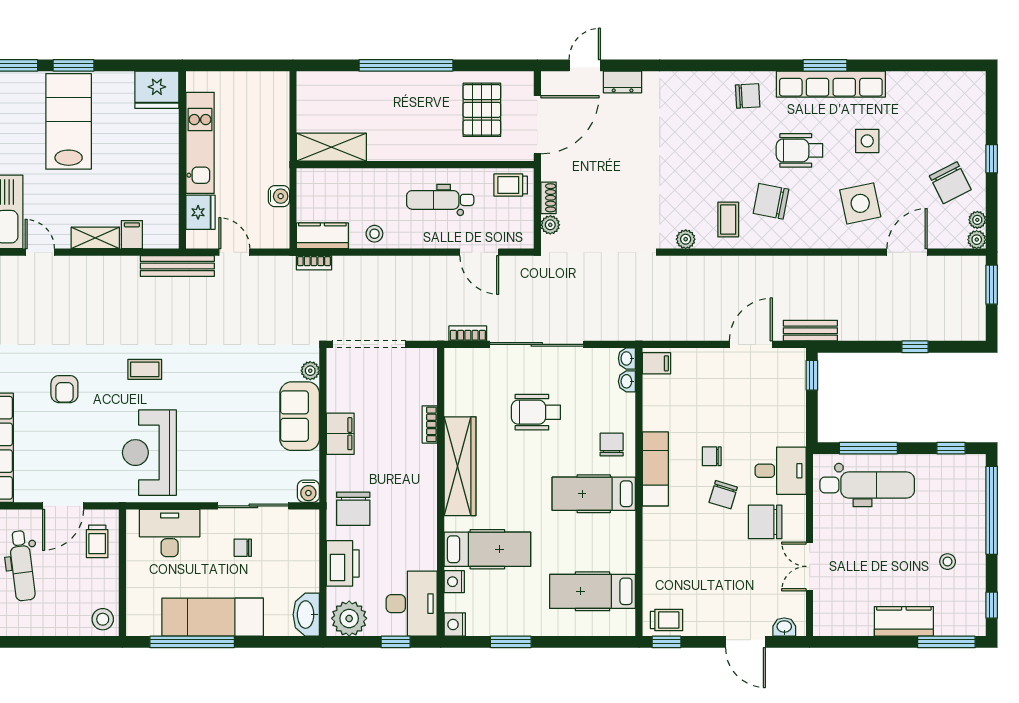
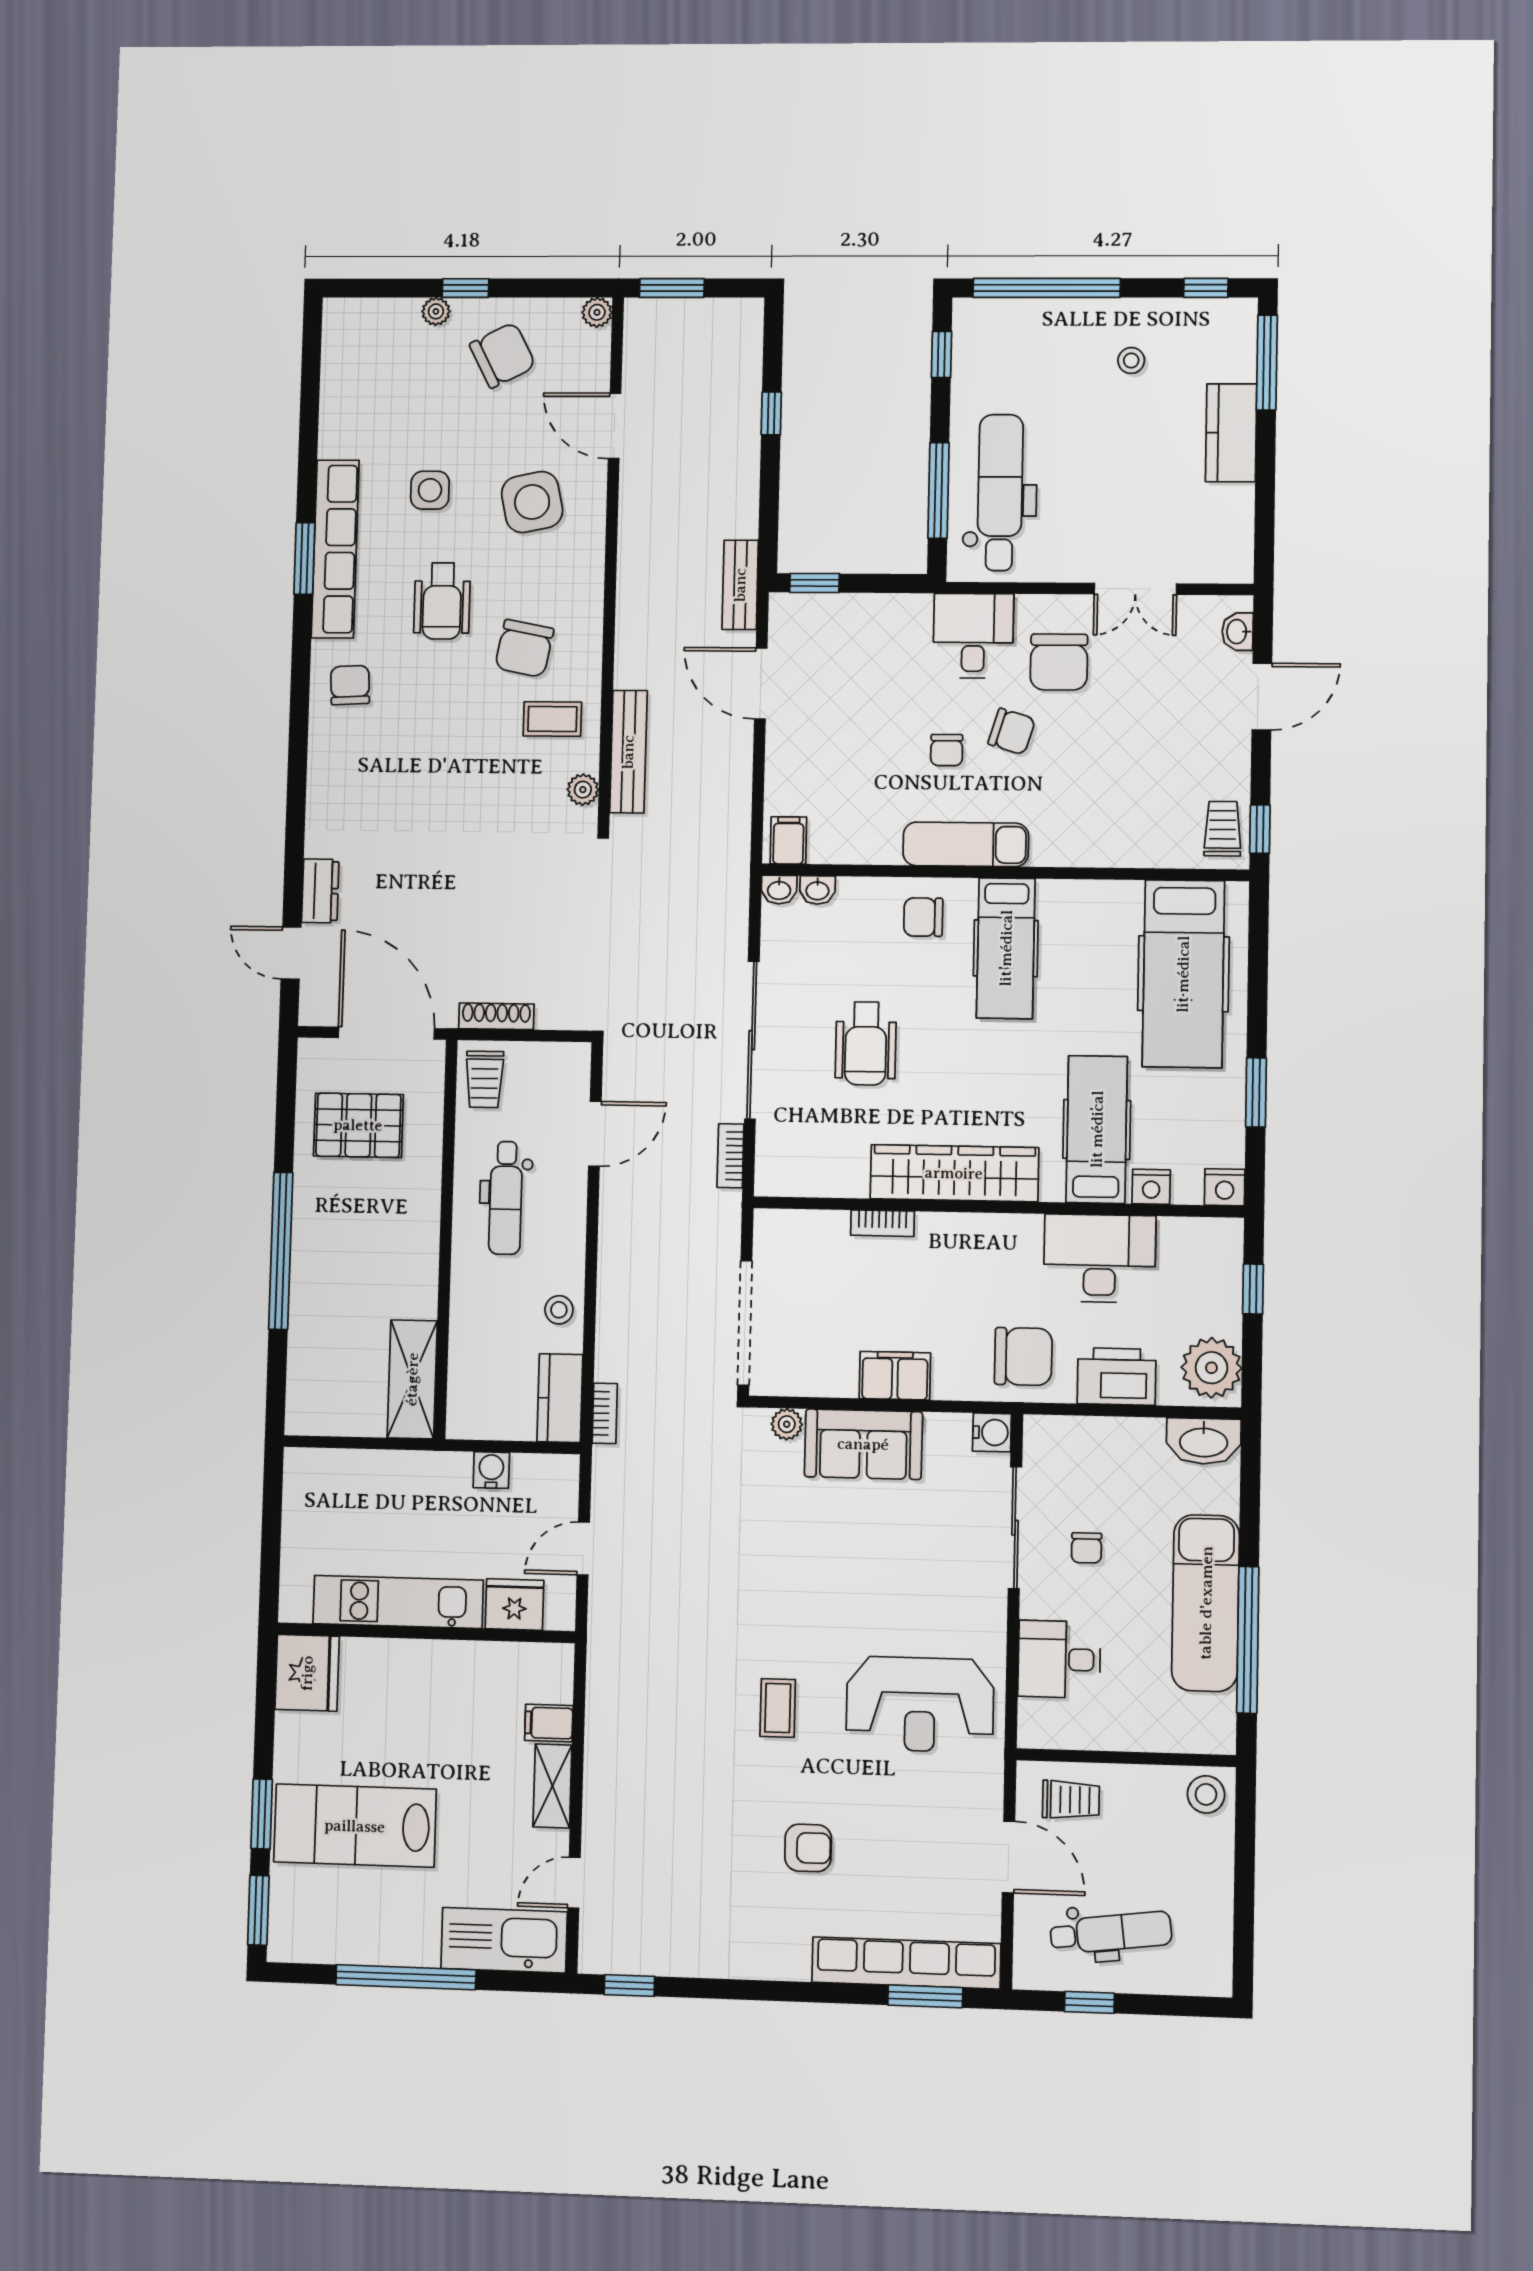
shoe rack: (549, 198) -> (496, 1016), width x1.43
plant: (977, 220) -> (436, 311), moved
plant: (550, 225) -> (553, 1014), removed
bench: (177, 266) -> (628, 752), moved
desk: (170, 533) -> (1059, 1659), width x0.73
hospital bed: (593, 591) -> (1183, 974), width x1.37, depth x1.29
desk: (412, 604) -> (1100, 1258), moved

